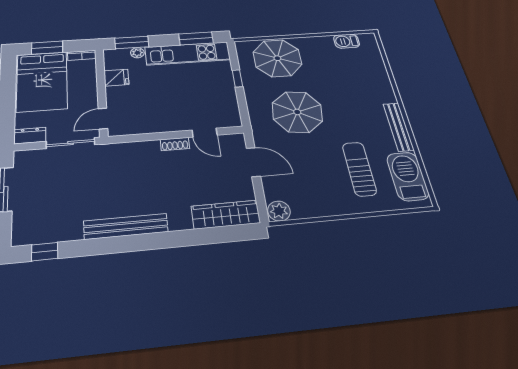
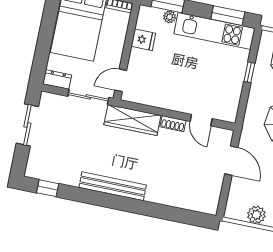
plant: (279, 211) -> (256, 215), moved
wardrobe: (226, 215) -> (132, 120), moved, turned 180

